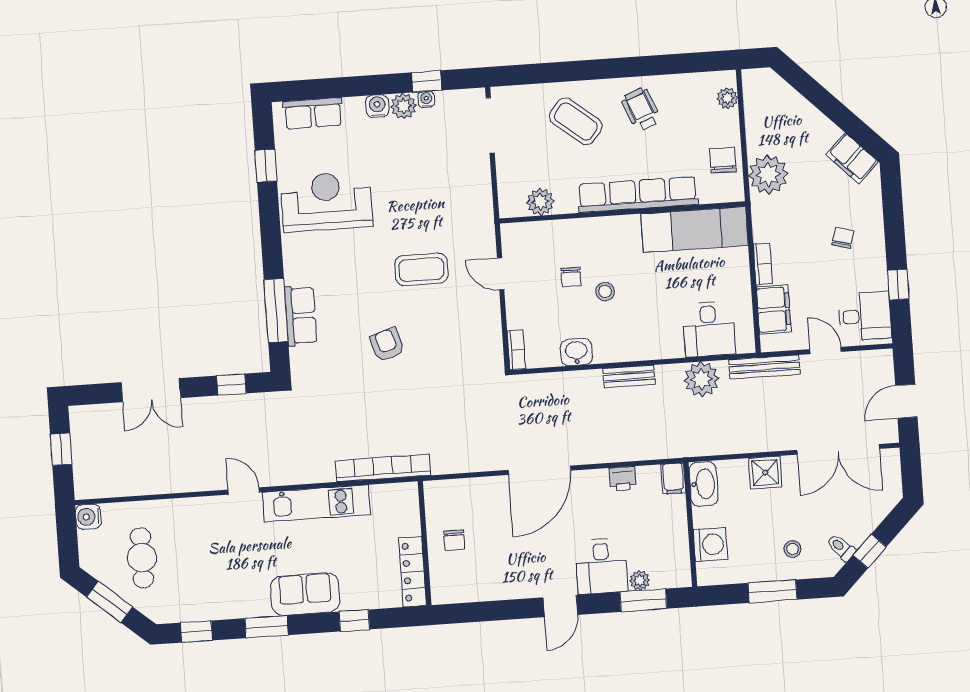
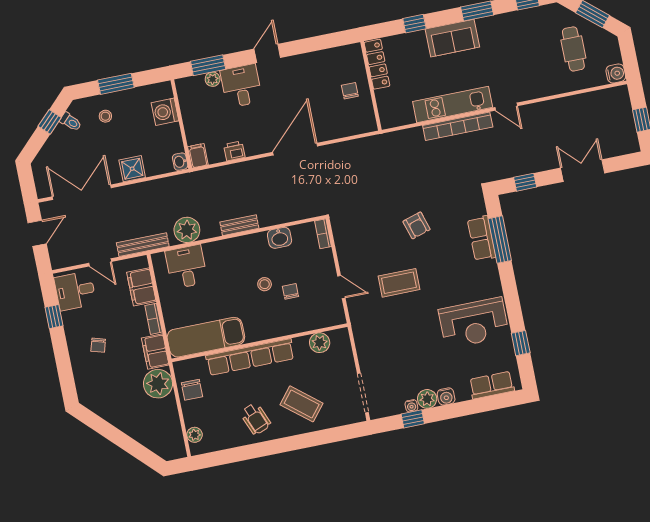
filing cabinet: (852, 158) -> (155, 352), moved, turned -135
bookcase: (383, 468) -> (458, 126), moved
washbasin: (704, 484) -> (180, 162), width x0.52, depth x0.69

